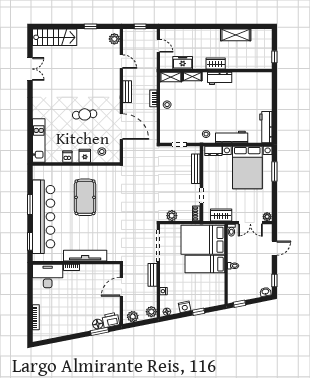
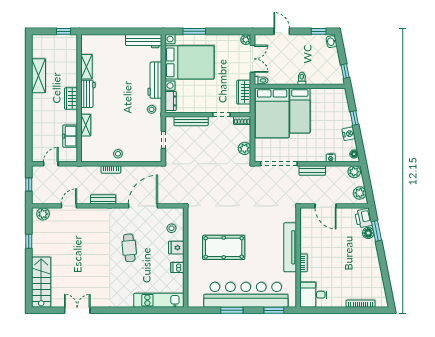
shelving: (171, 77) -> (86, 67), moved
desk: (48, 276) -> (313, 295), width x0.73

